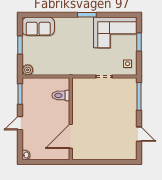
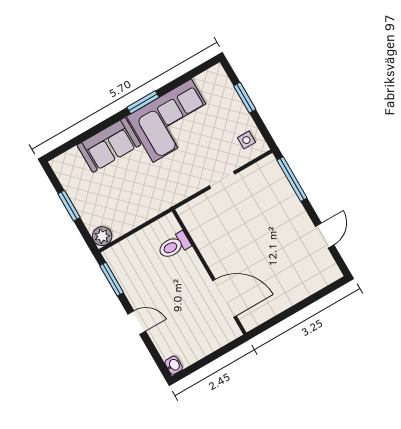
sofa: (38, 26) -> (109, 145), moved
corner sofa: (115, 32) -> (172, 121), moved
door: (20, 123) -> (137, 323), swing flipped
door: (139, 134) -> (325, 236), hinge flipped
door: (71, 136) -> (224, 298), swing flipped

